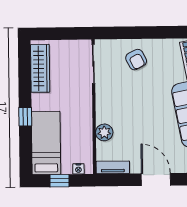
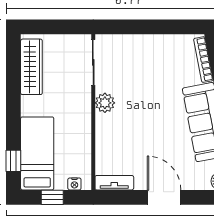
armchair: (136, 60) -> (143, 58), removed
window: (25, 117) -> (13, 161), moved
plant: (104, 132) -> (105, 103), moved

